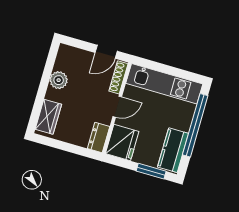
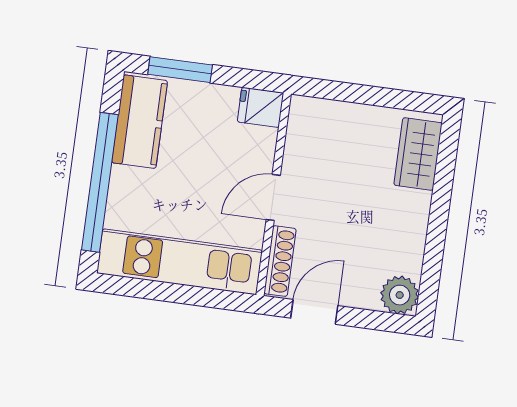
plant: (59, 80) -> (400, 295), moved
dresser: (99, 137) -> (303, 125), removed
fridge: (122, 143) -> (260, 107), width x0.53, depth x0.75

